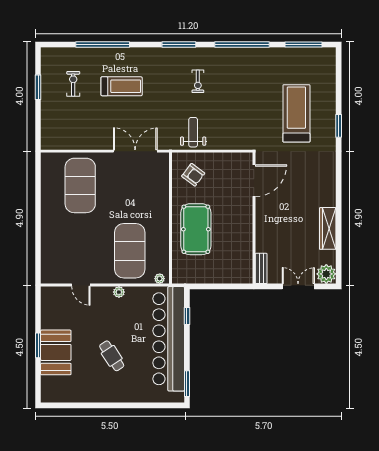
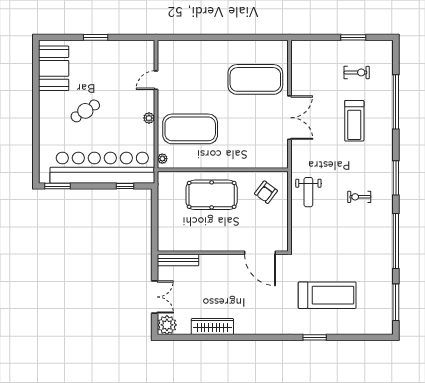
weight bench: (193, 132) -> (308, 192), turned 90
double door: (135, 151) -> (290, 118), moved
bench: (261, 268) -> (178, 260), width x1.36
booth: (56, 352) -> (54, 68), moved, turned 90

